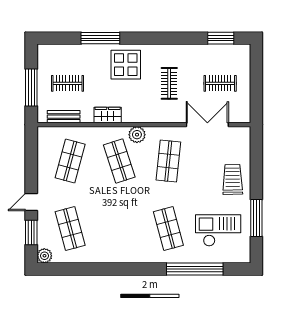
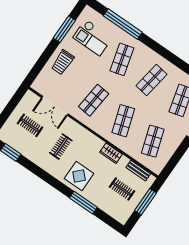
plant: (137, 135) -> (102, 129), removed
shop shelf: (70, 161) -> (153, 141), turned -33
shop shelf: (119, 229) -> (151, 80), added

